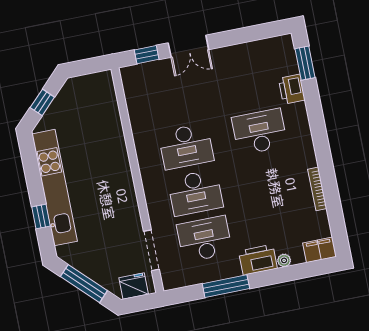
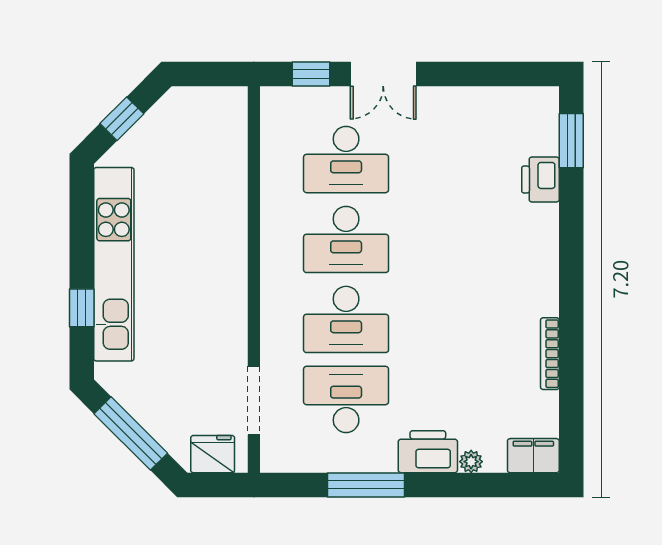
desk: (260, 132) -> (346, 160), moved, turned 180

